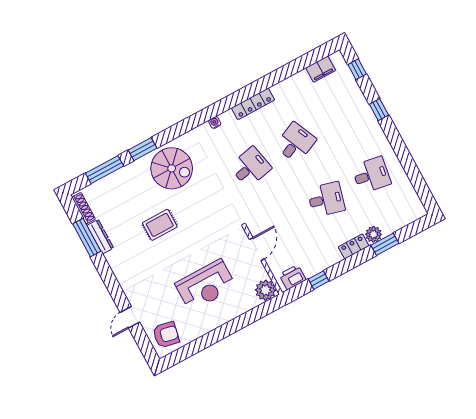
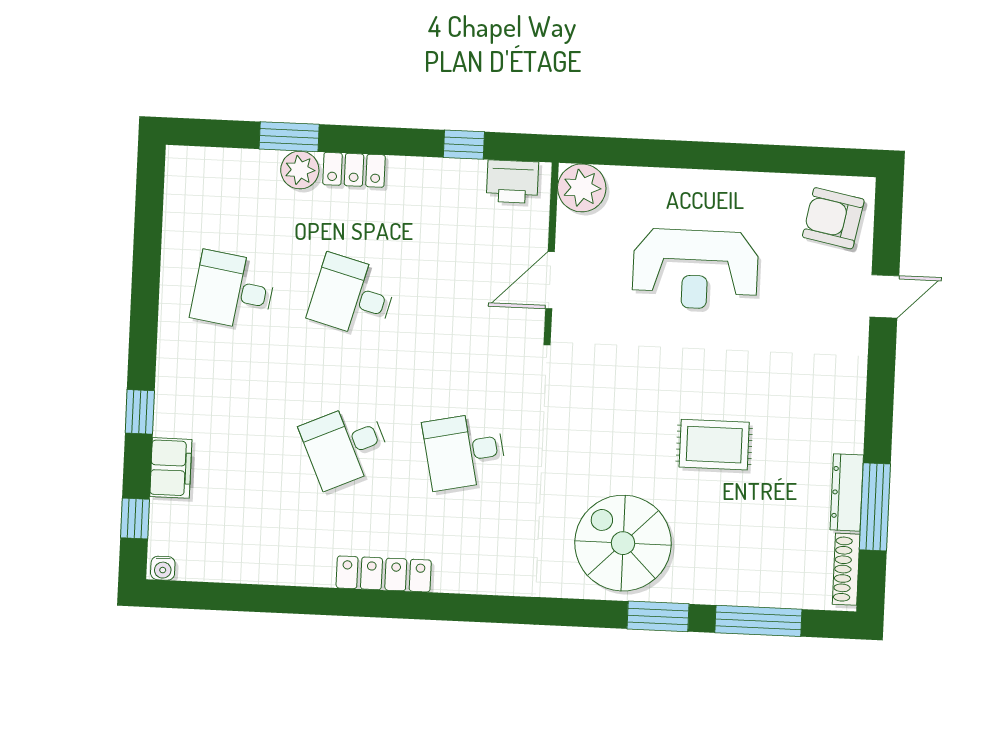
filing cabinet: (321, 69) -> (171, 468), moved, turned 90
water cooler: (215, 123) -> (163, 568), moved
reception desk: (206, 285) -> (695, 269), turned 180

